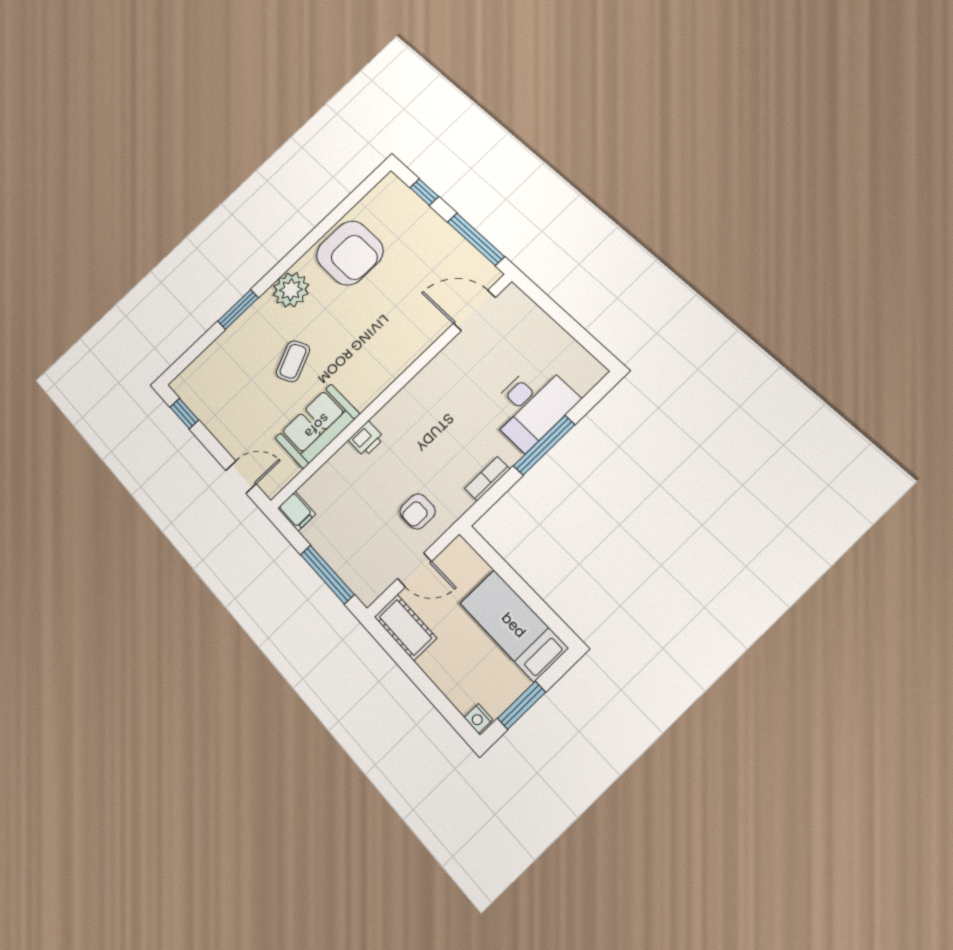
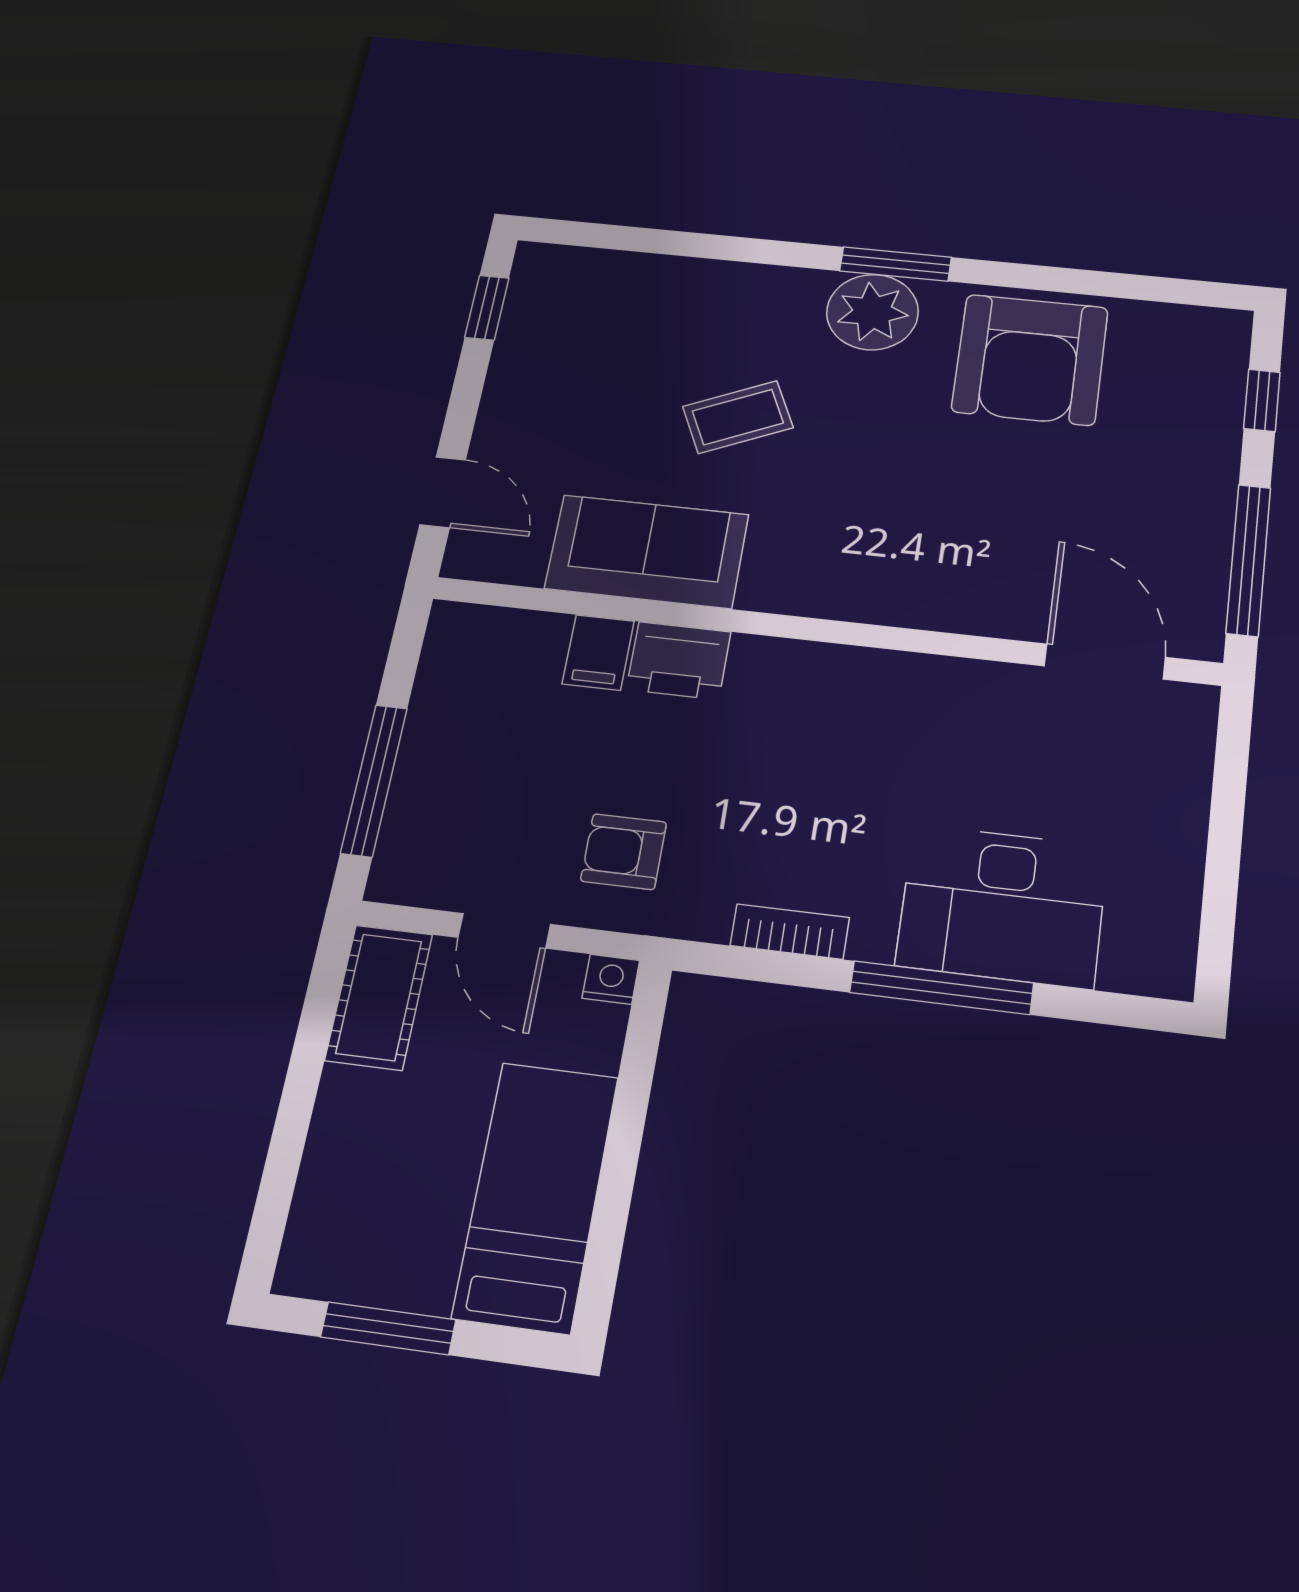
window: (238, 309) -> (896, 264), moved
printer: (366, 439) -> (679, 661), width x1.36, depth x1.24
filing cabinet: (297, 511) -> (598, 652), moved
nightstand: (478, 719) -> (611, 979), moved, turned 90

